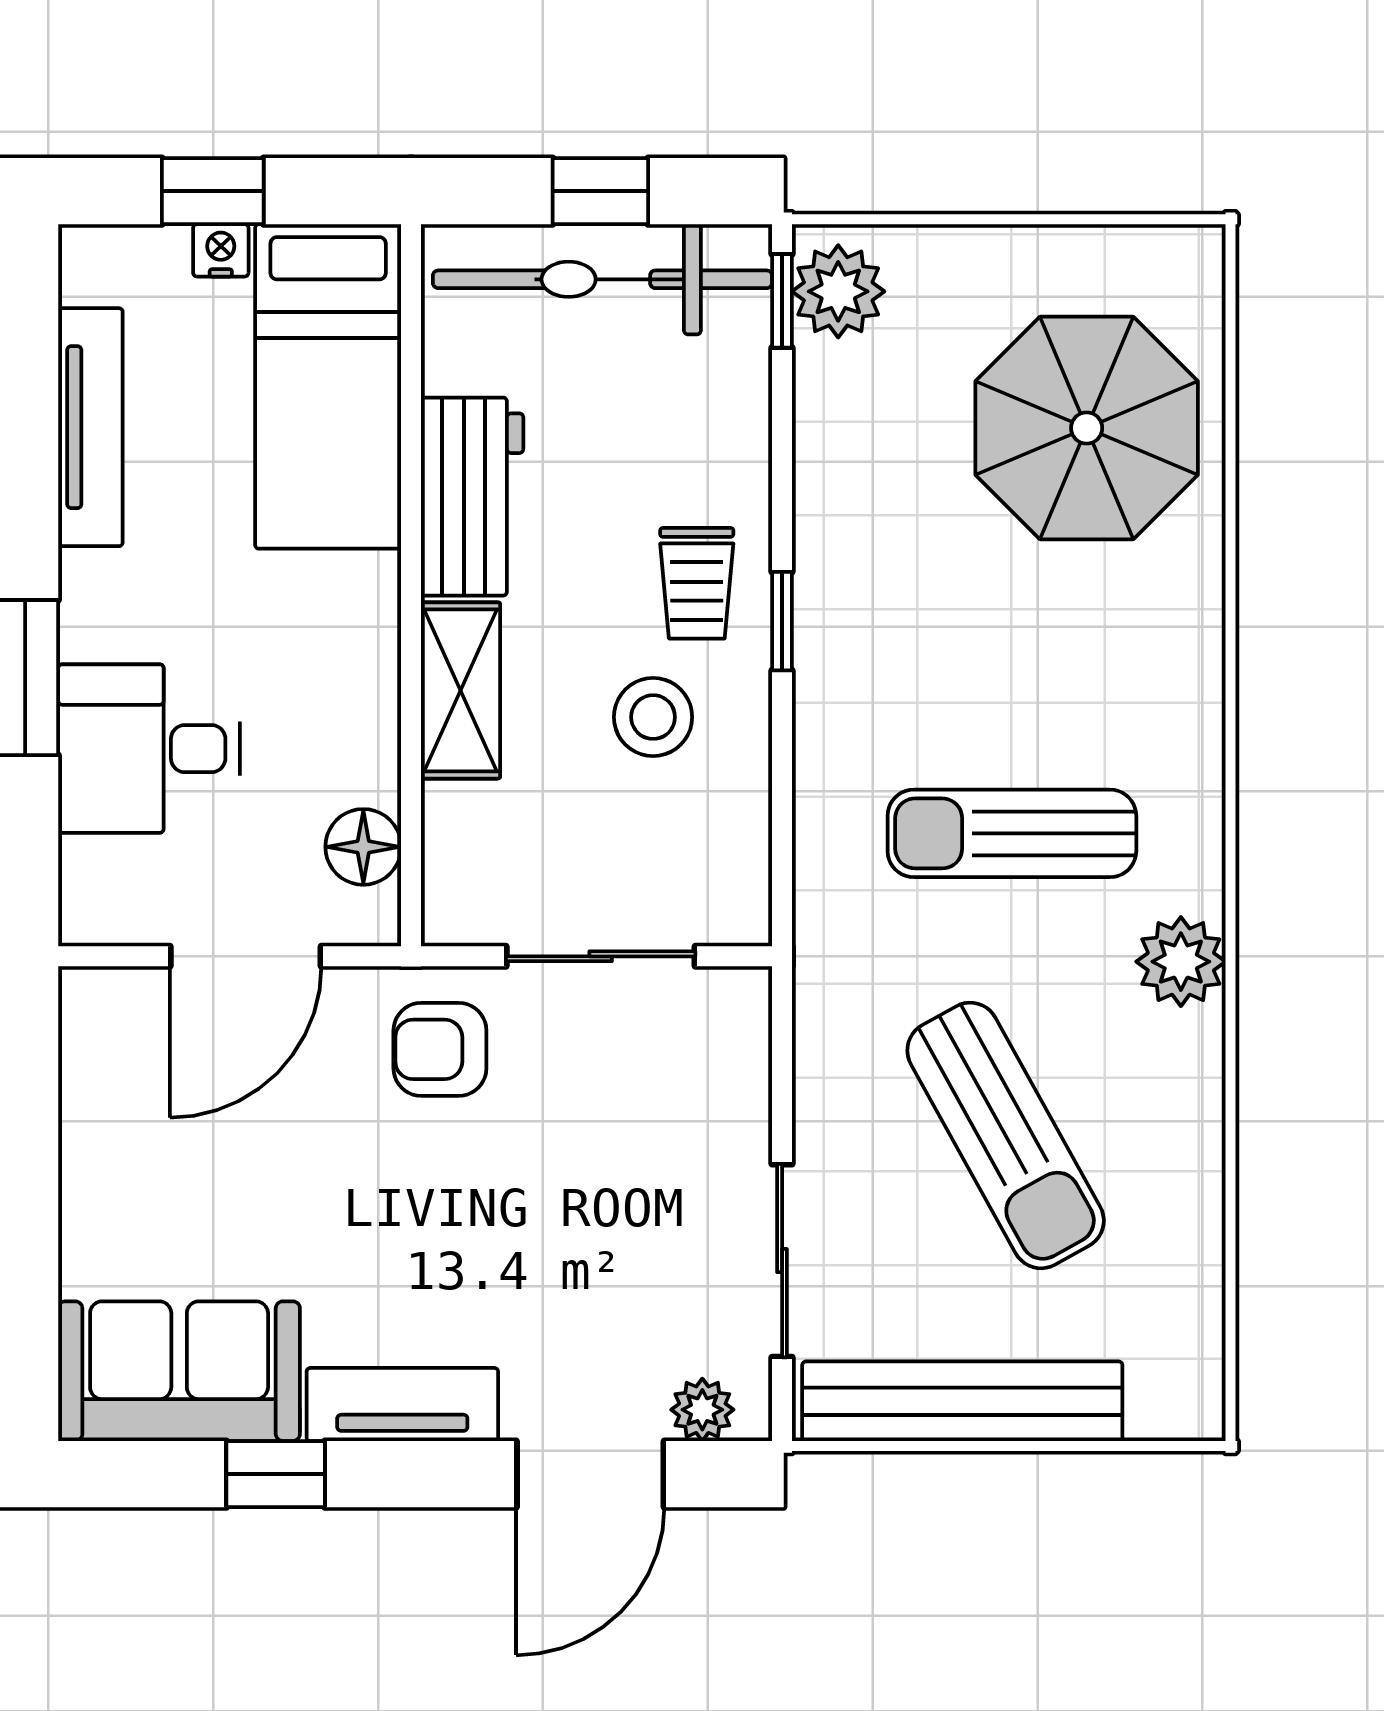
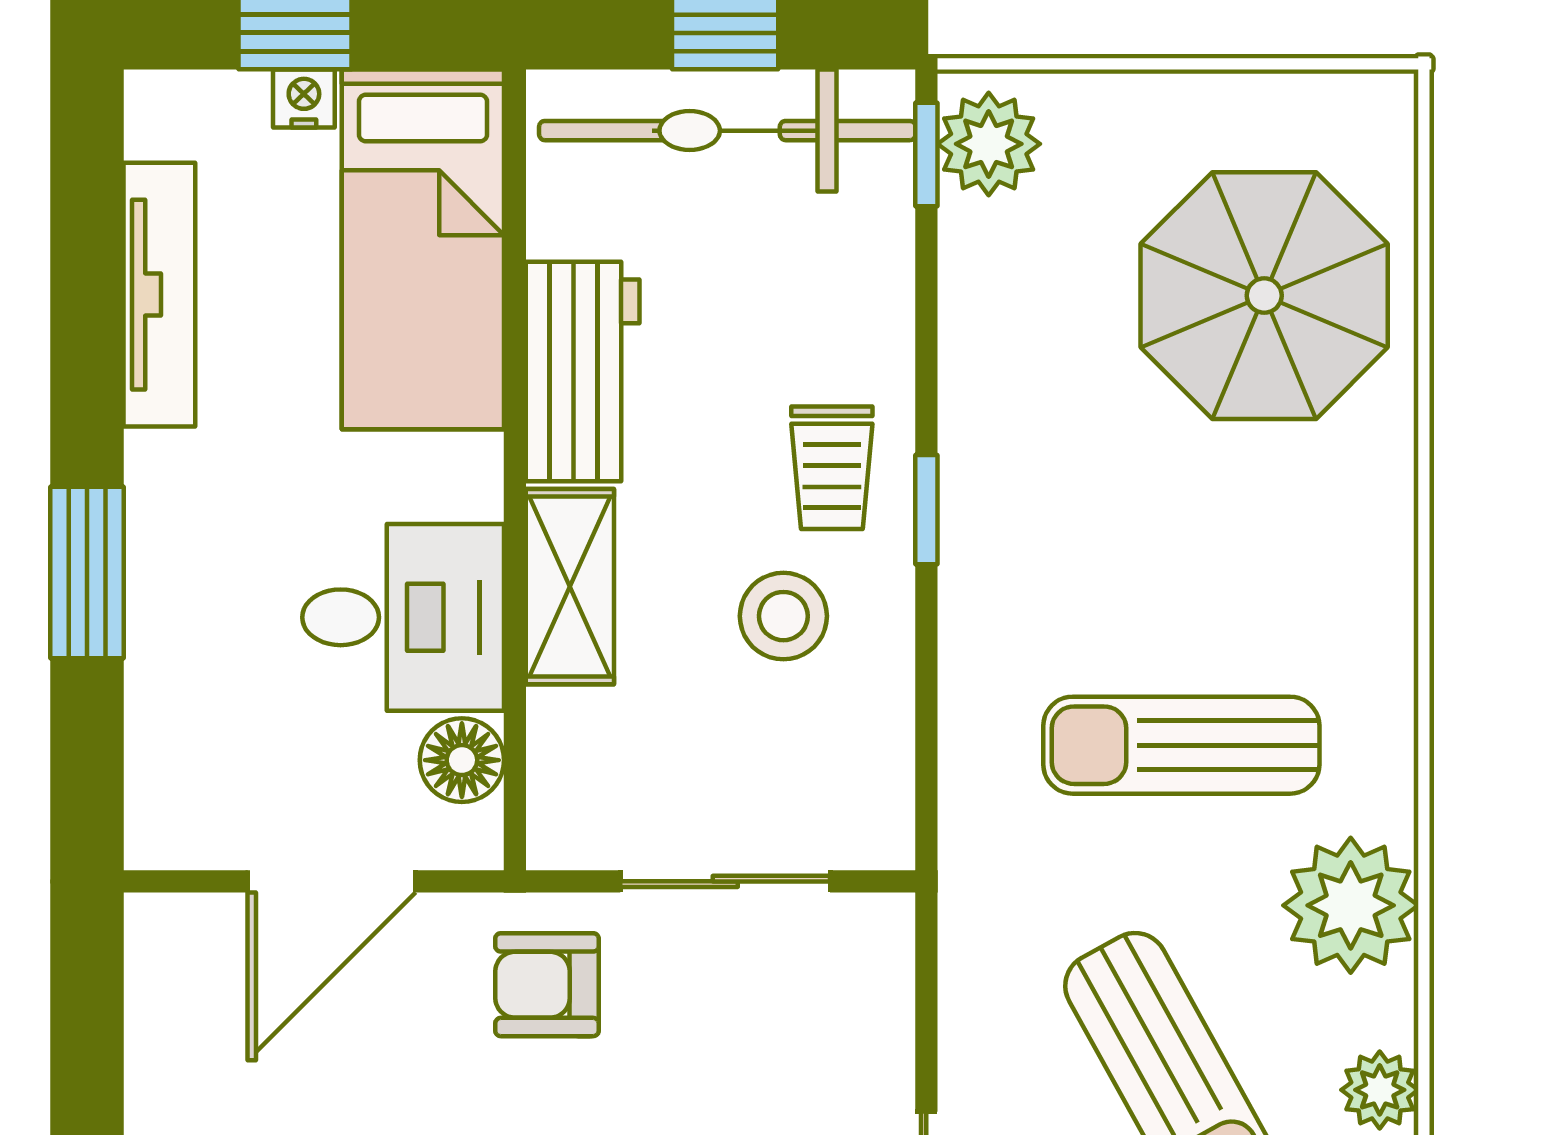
desk: (149, 749) -> (403, 617), moved, turned 180
plant: (1181, 962) -> (1351, 905), width x1.36, depth x1.36
plant: (1191, 1144) -> (1380, 1090), added

